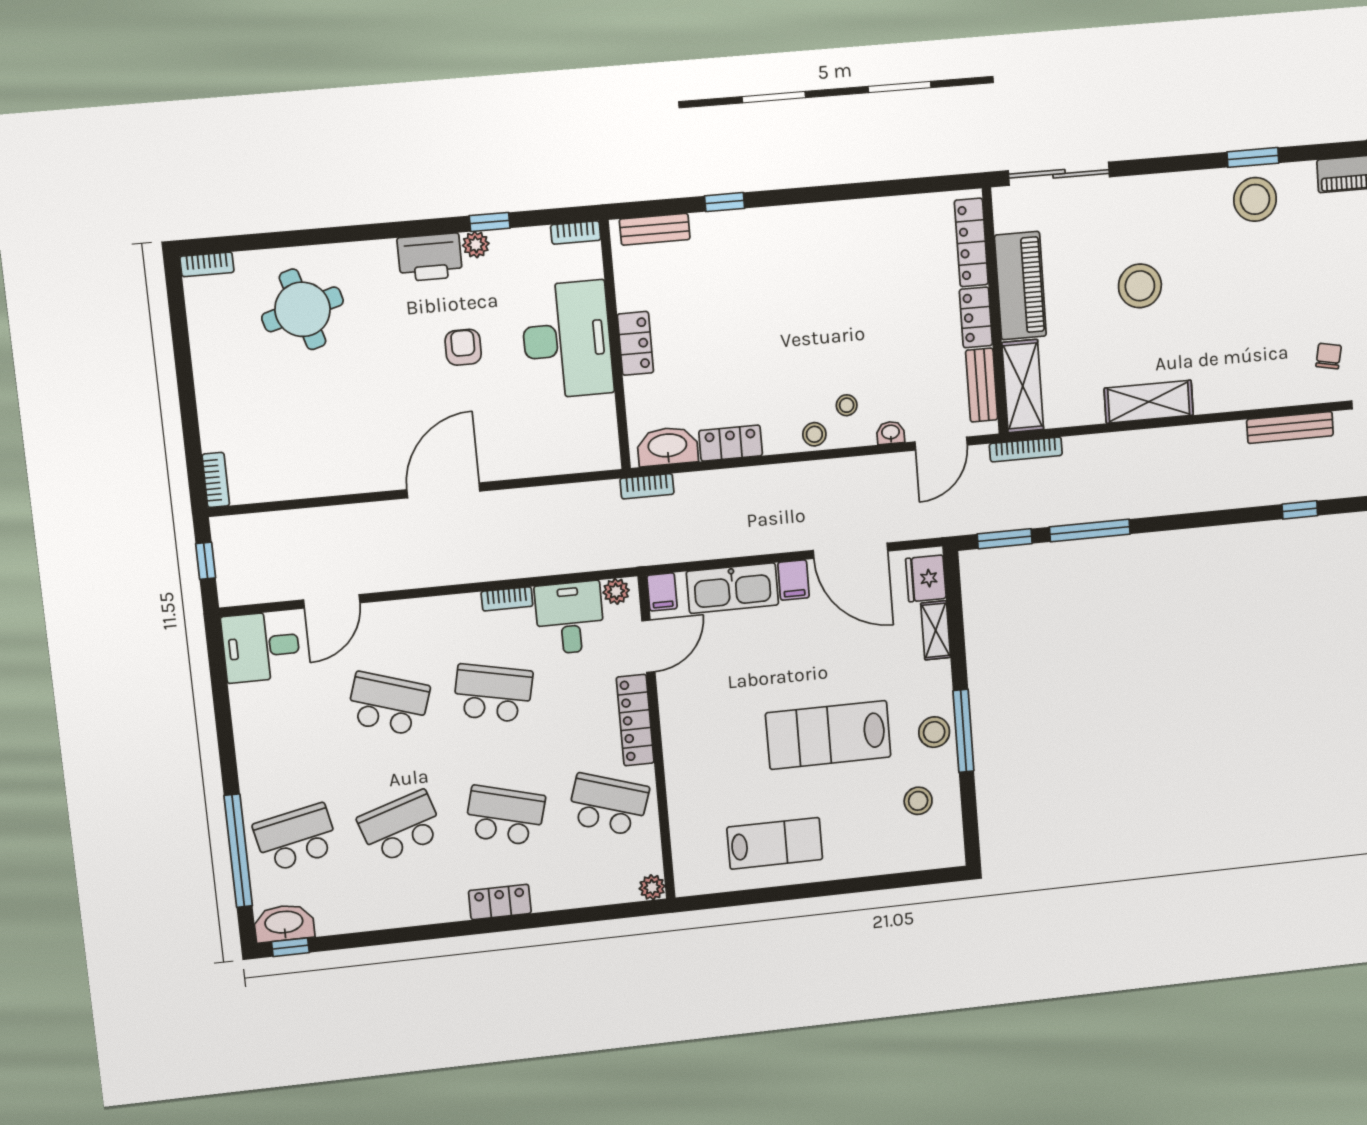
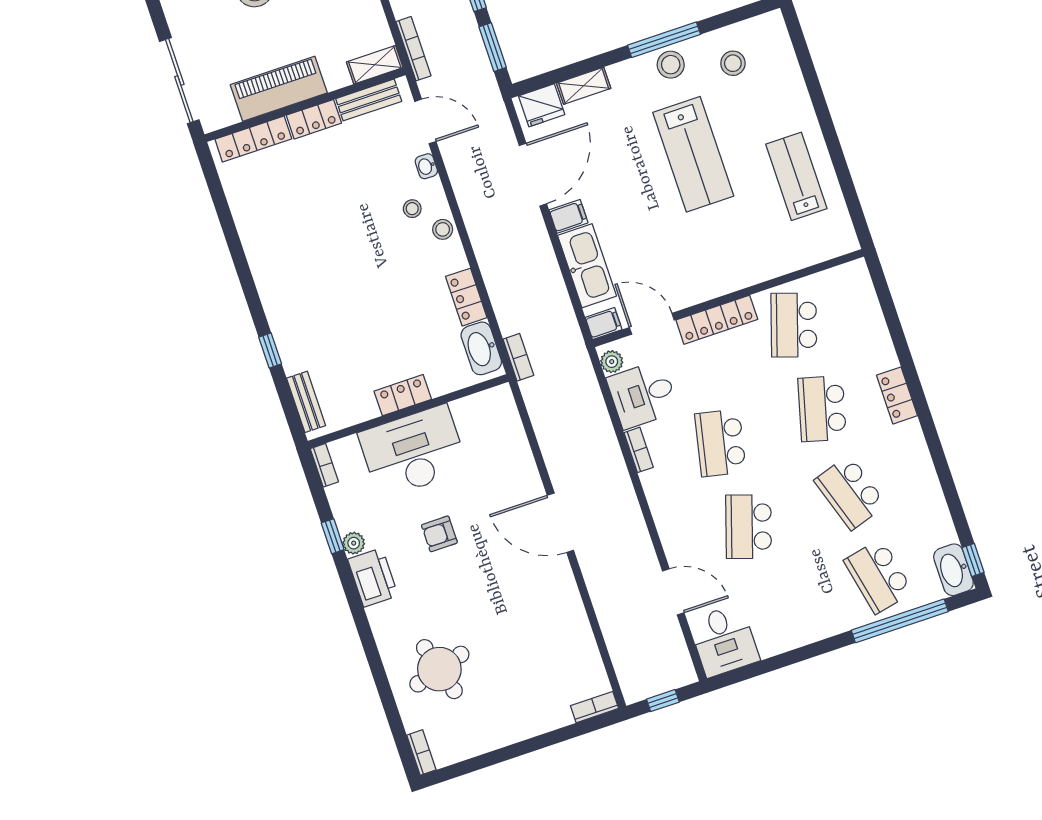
shelving: (1023, 386) -> (375, 65), width x0.67, depth x0.75
plant: (652, 887) -> (857, 271), removed

